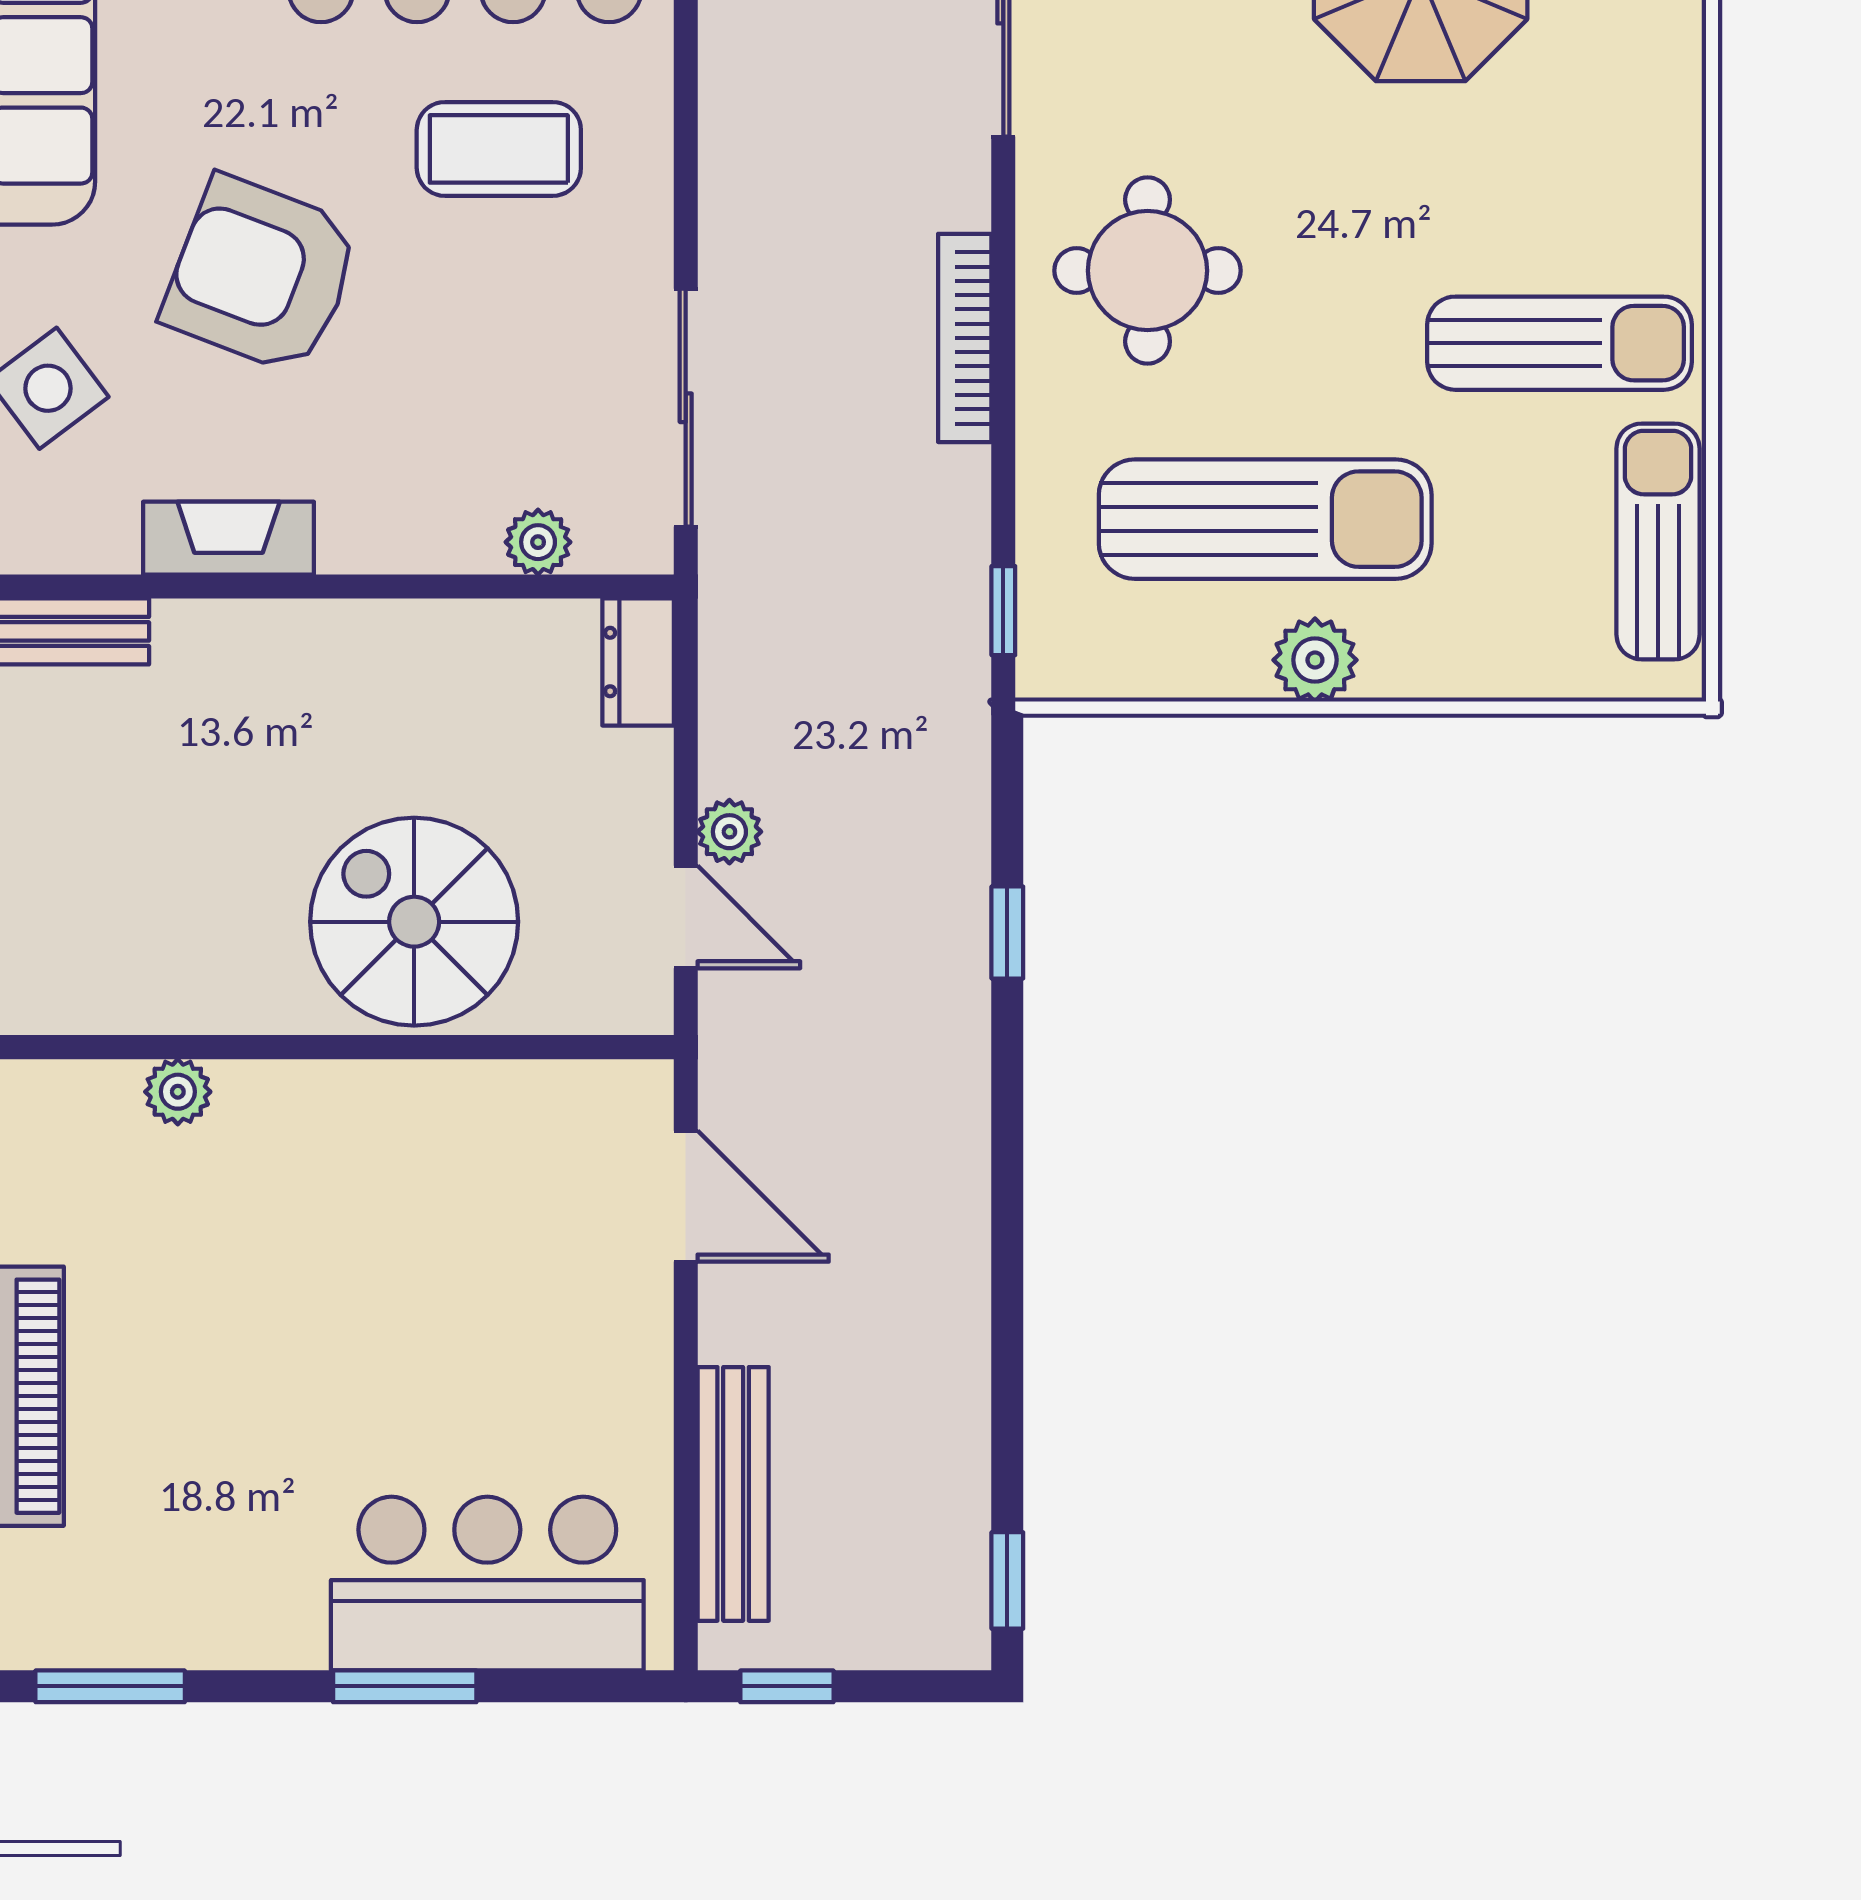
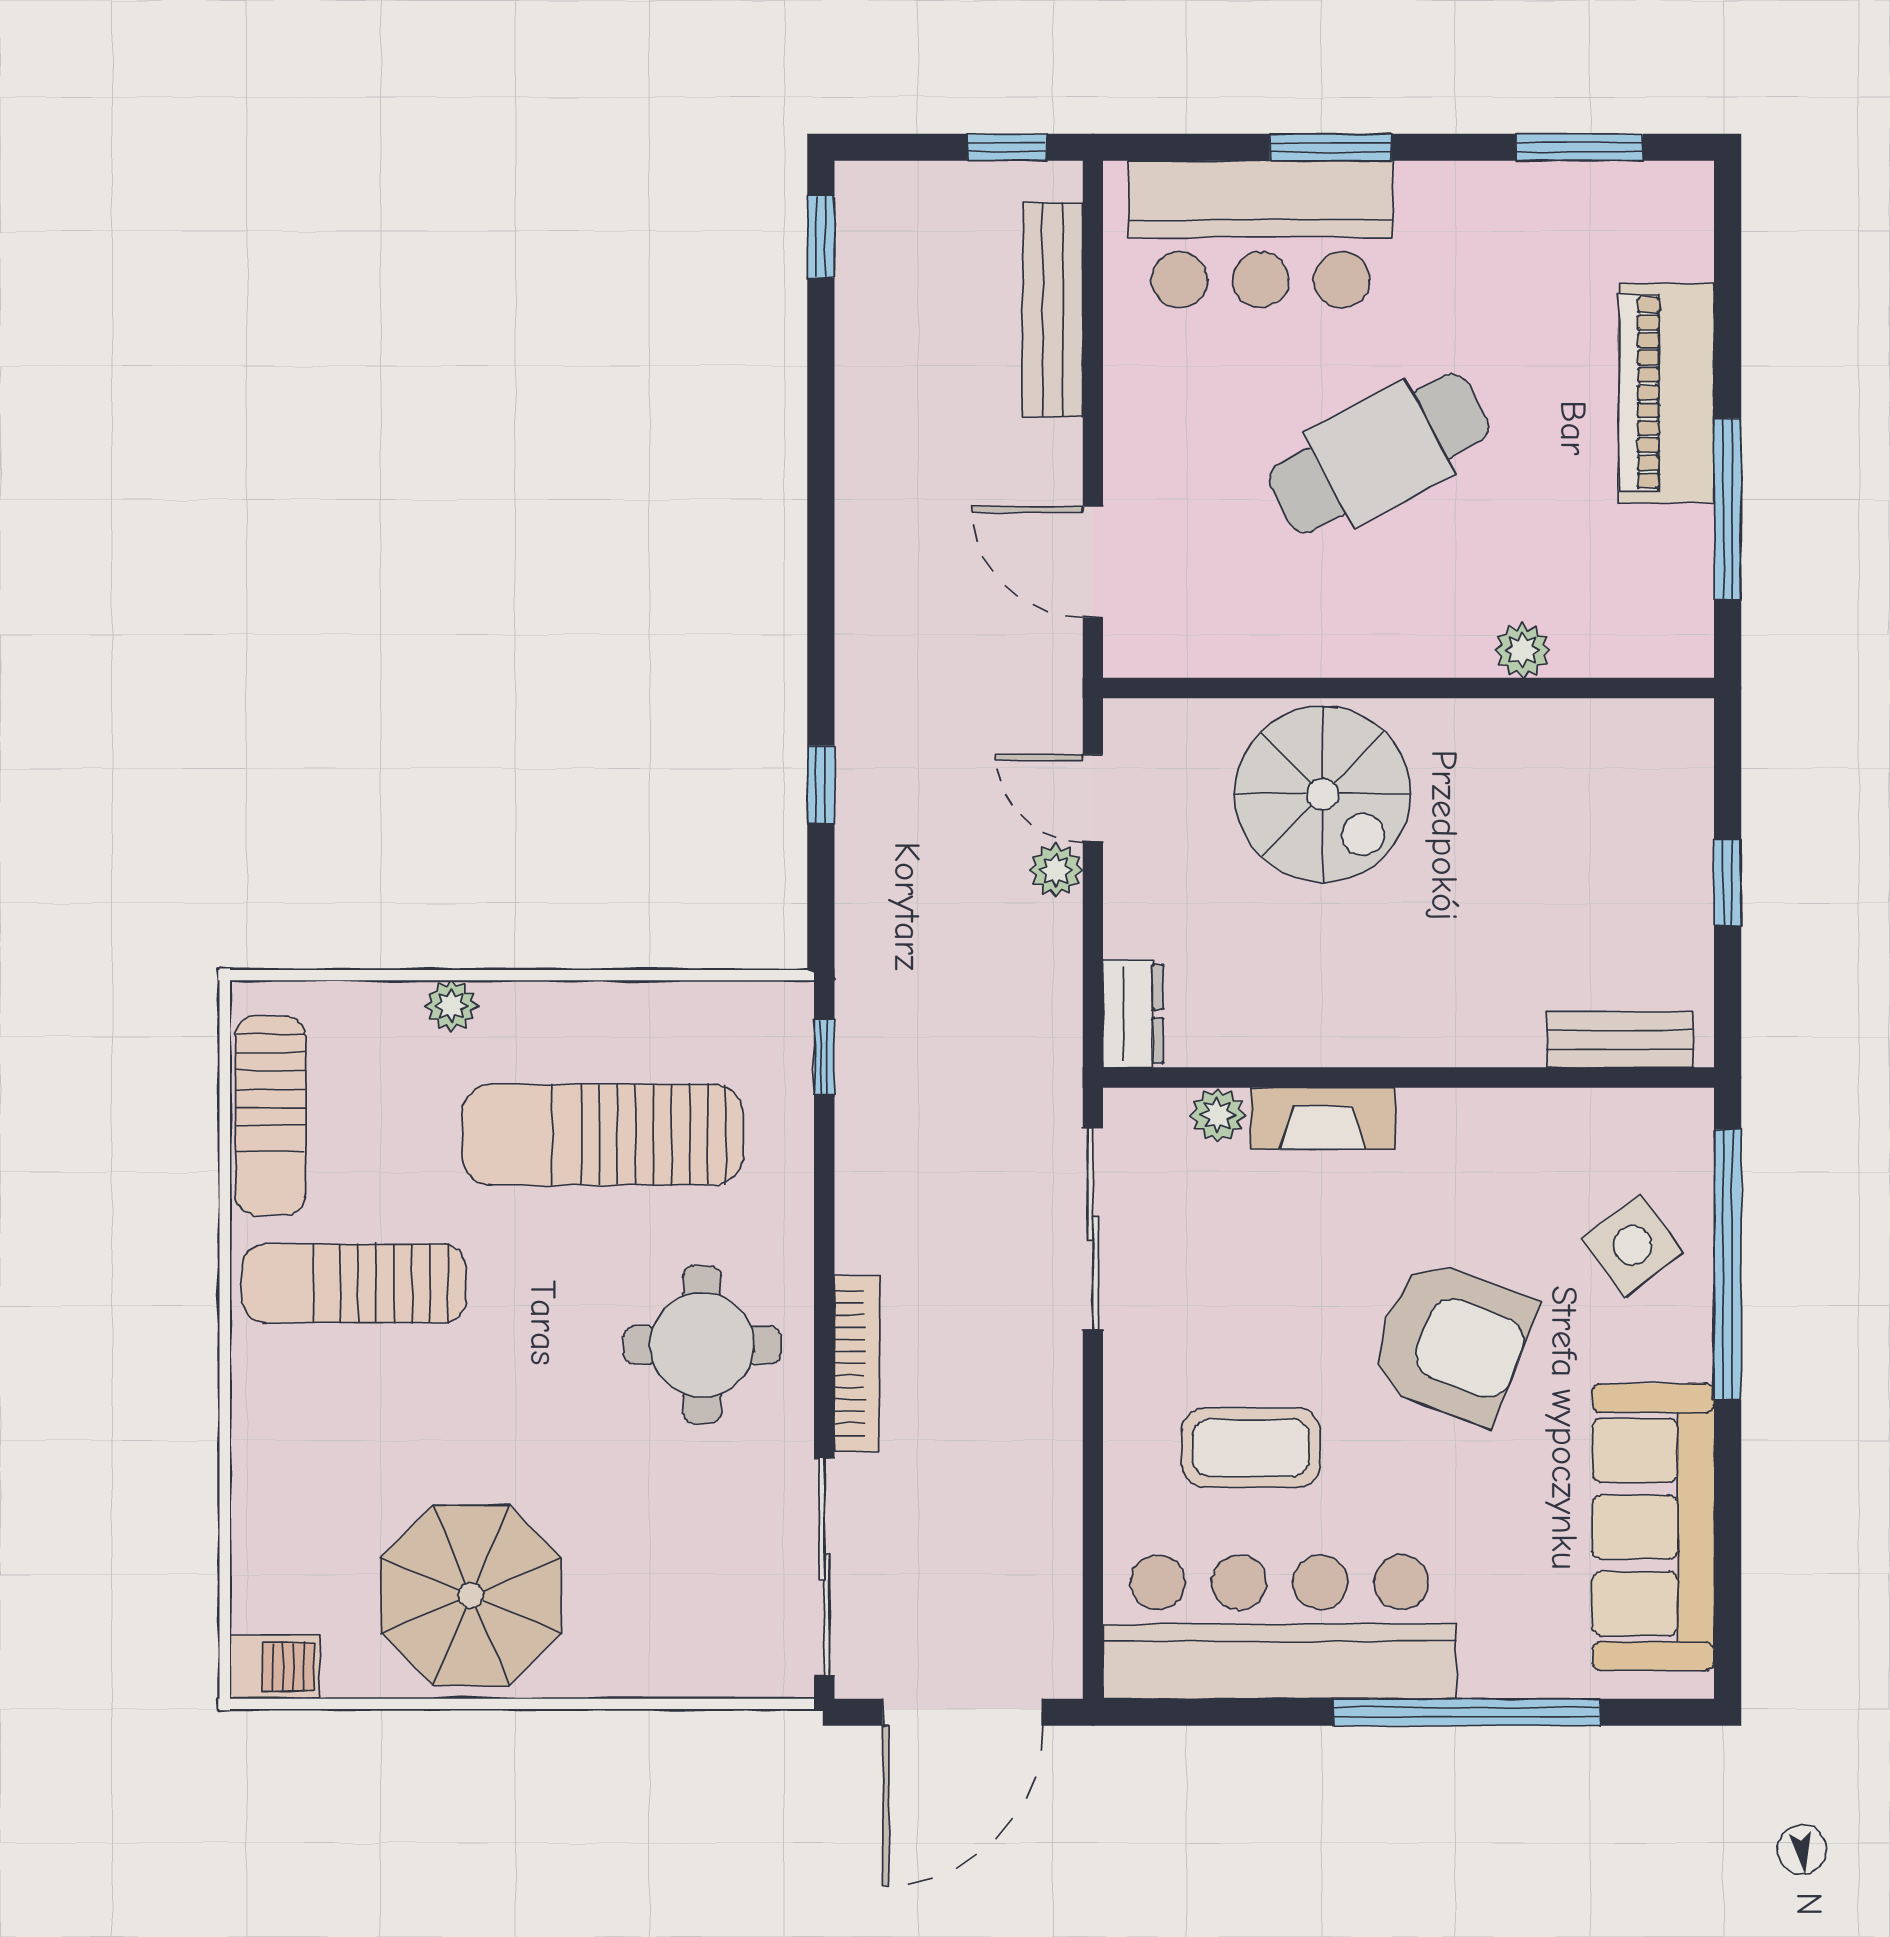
bookcase: (965, 338) -> (857, 1363), moved
fireplace: (229, 538) -> (1323, 1118), moved
plant: (1315, 660) -> (452, 1006), moved, width x0.73, depth x0.73
cafe table: (347, 1325) -> (1379, 453), added

